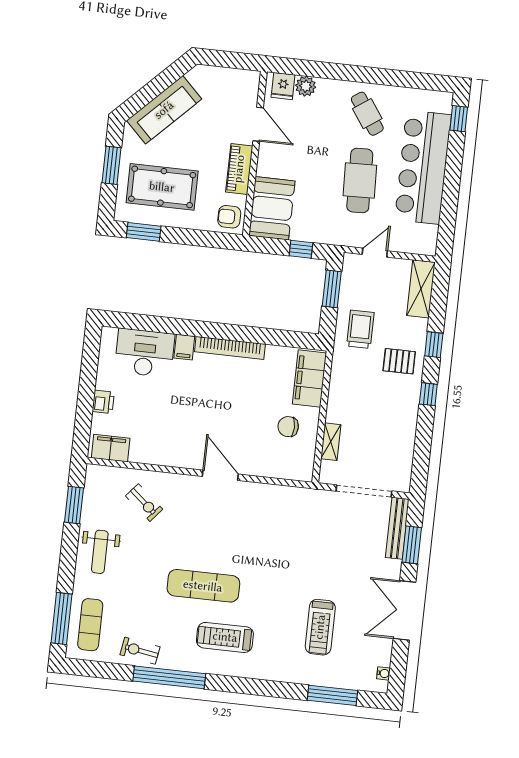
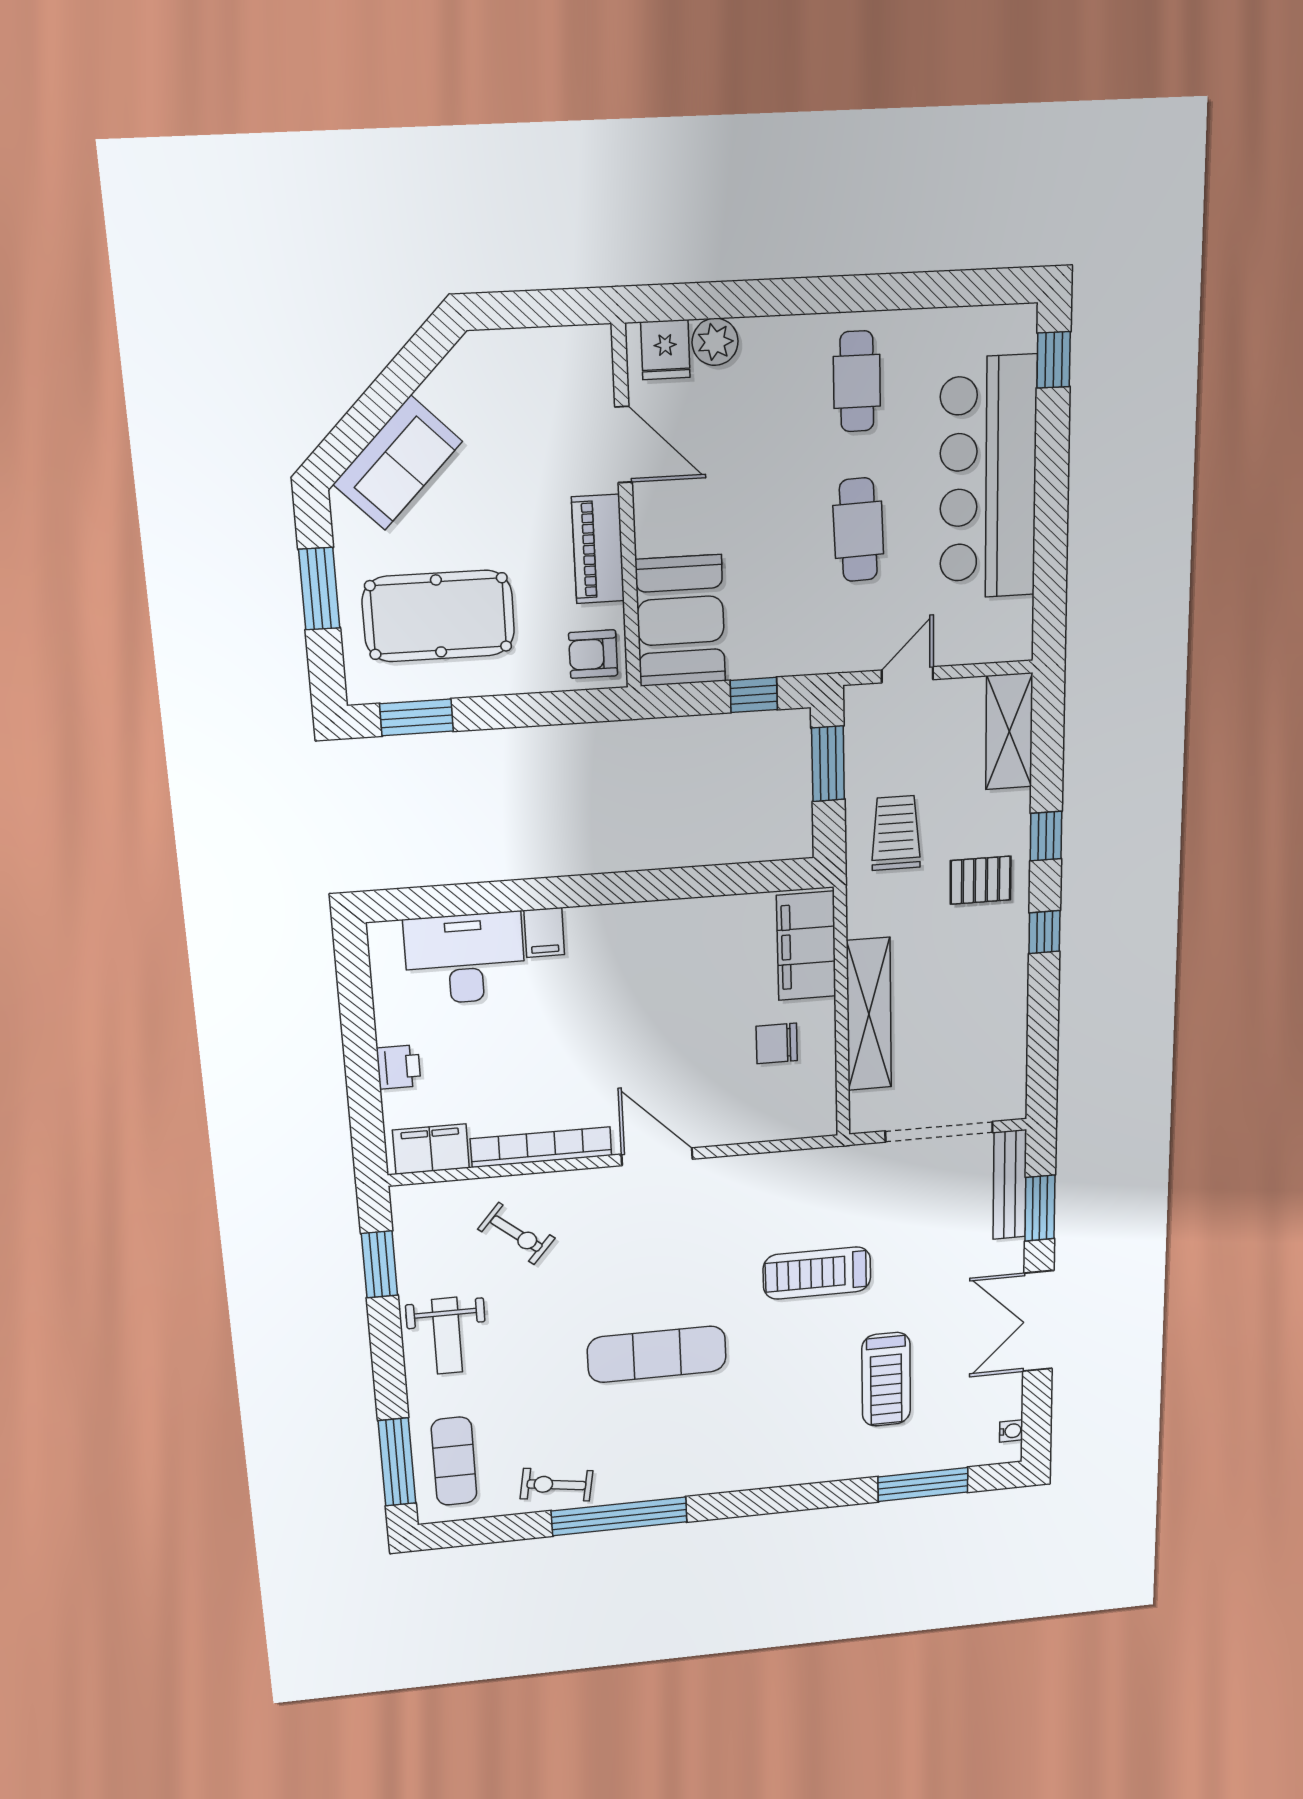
sofa: (164, 110) -> (398, 463), width x0.73
cafe table: (367, 114) -> (857, 381), turned 35
cafe table: (360, 180) -> (858, 530), width x0.73, depth x0.74
bookcase: (230, 348) -> (541, 1147), moved, turned 180
shelving: (331, 442) -> (869, 1014), width x2.20, depth x1.33
treadmill: (225, 637) -> (817, 1273), moved

